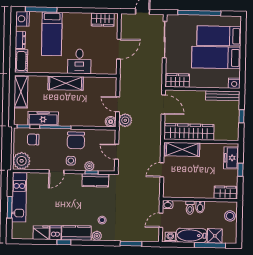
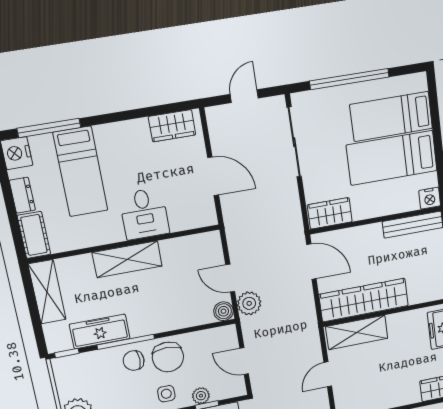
door: (119, 49) -> (213, 176), hinge flipped
chair: (33, 139) -> (134, 361), moved

